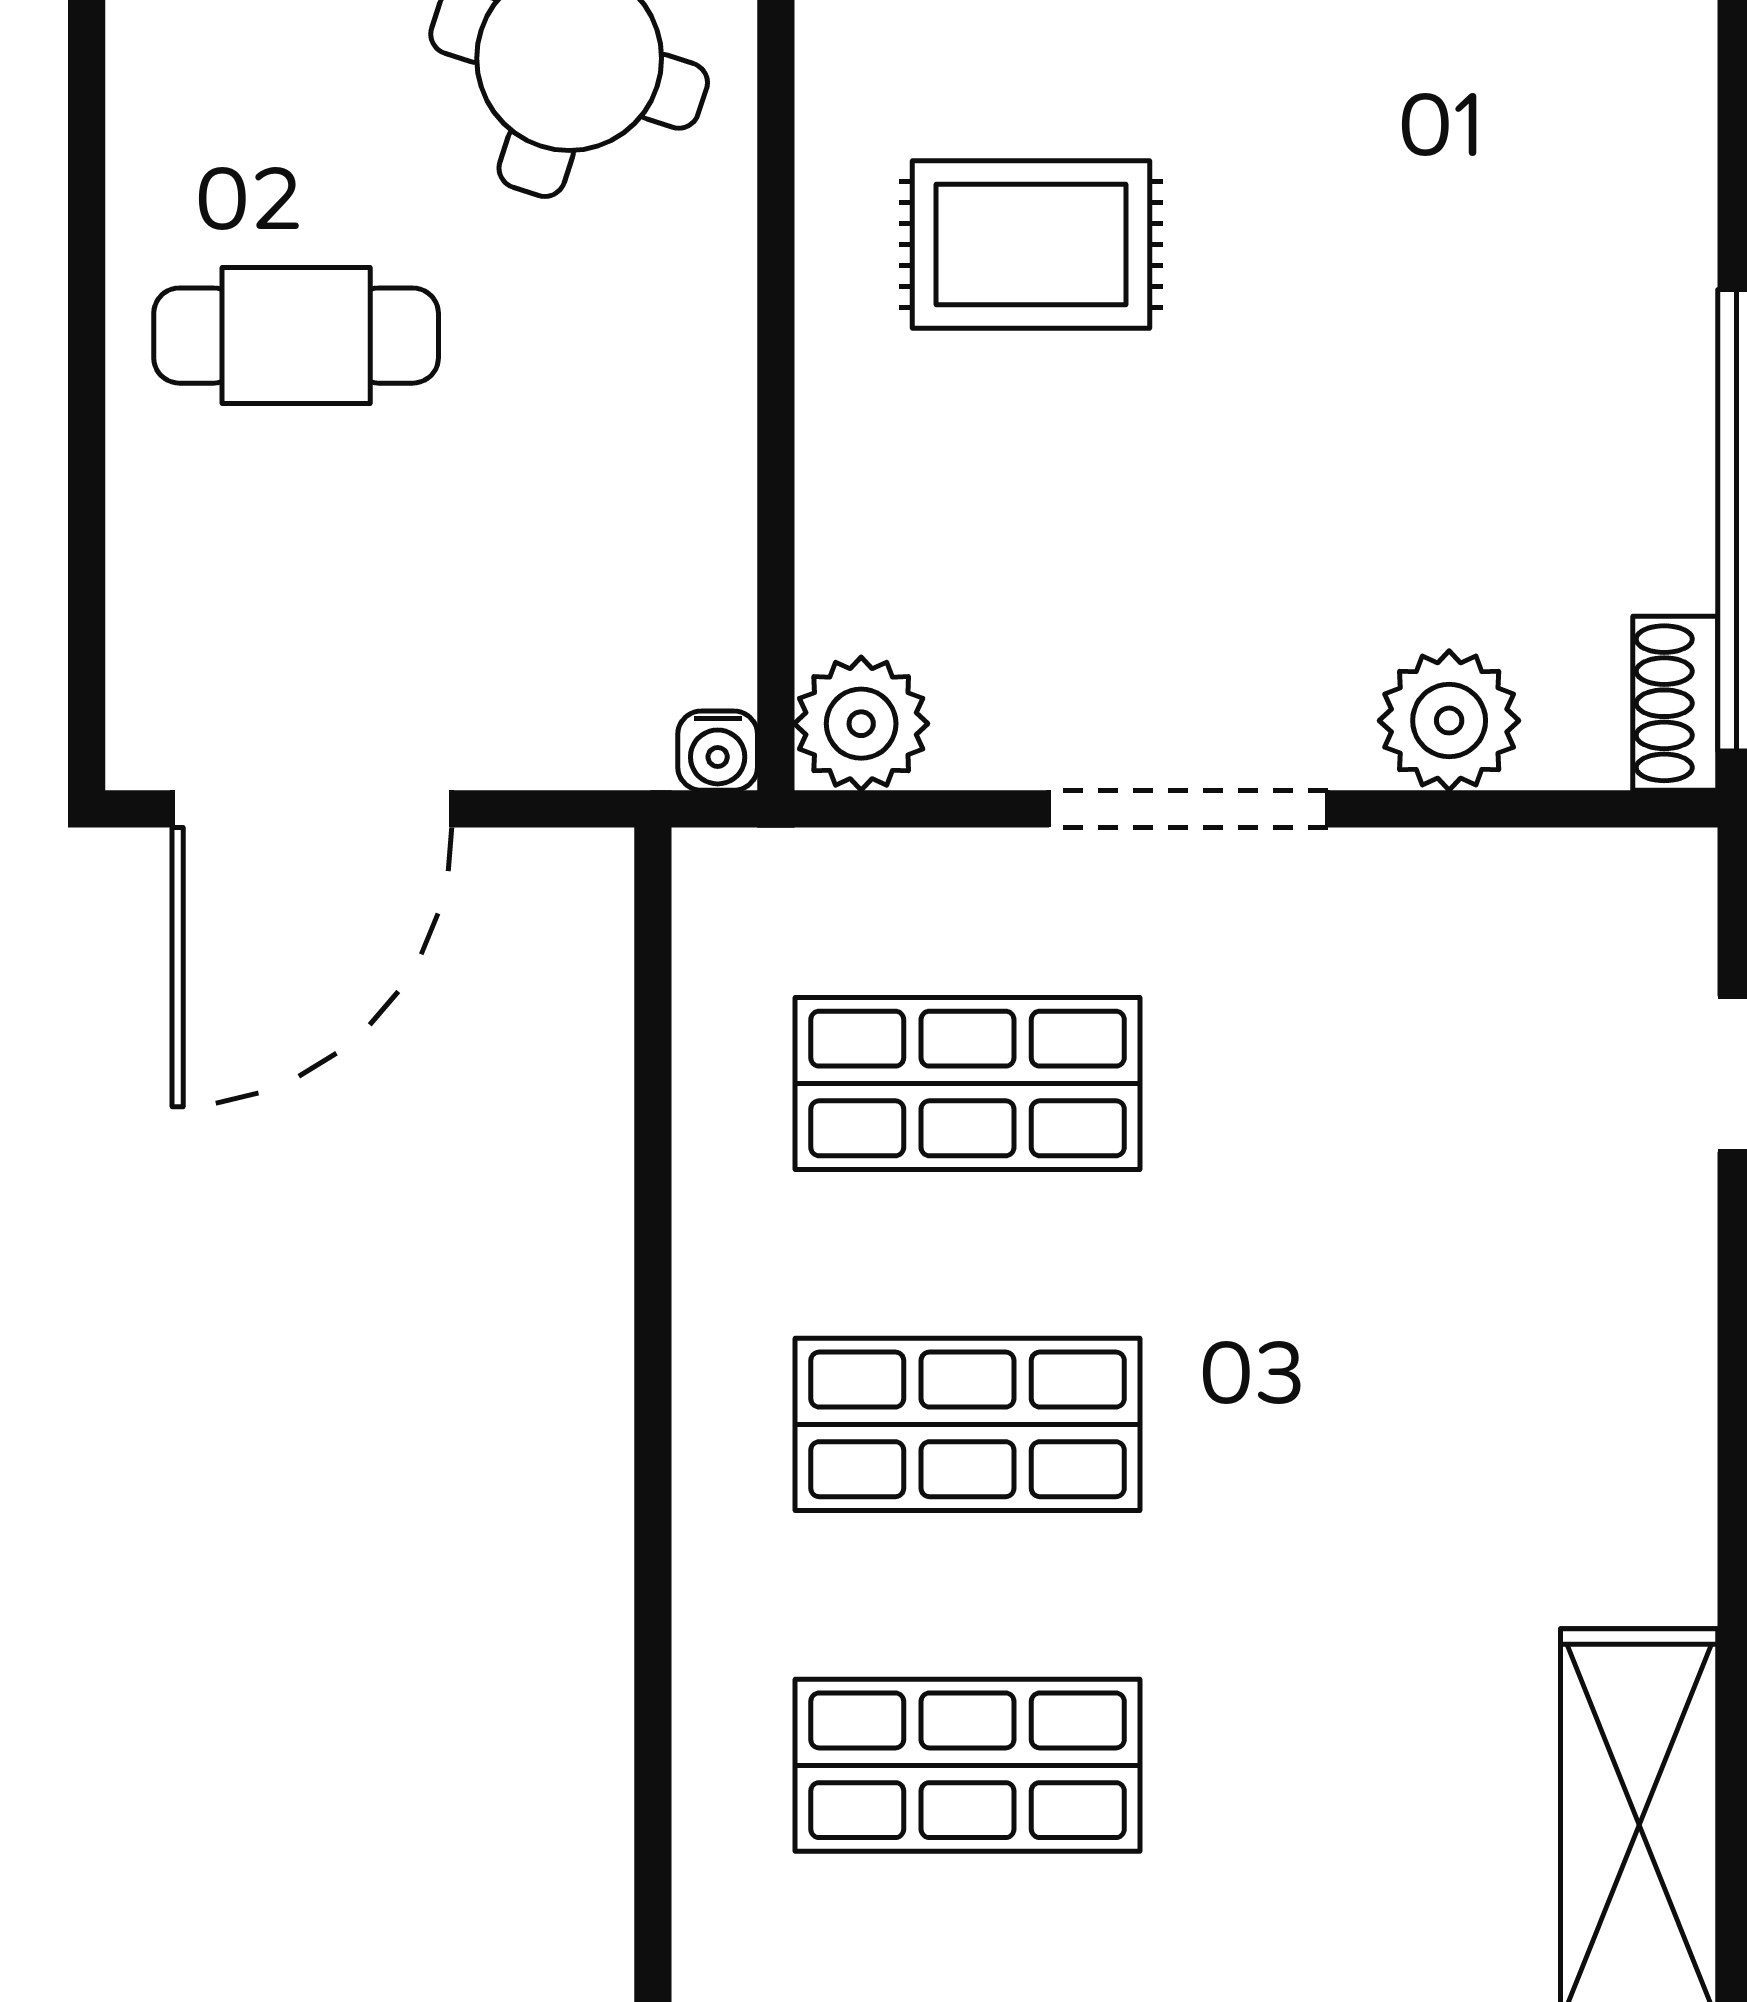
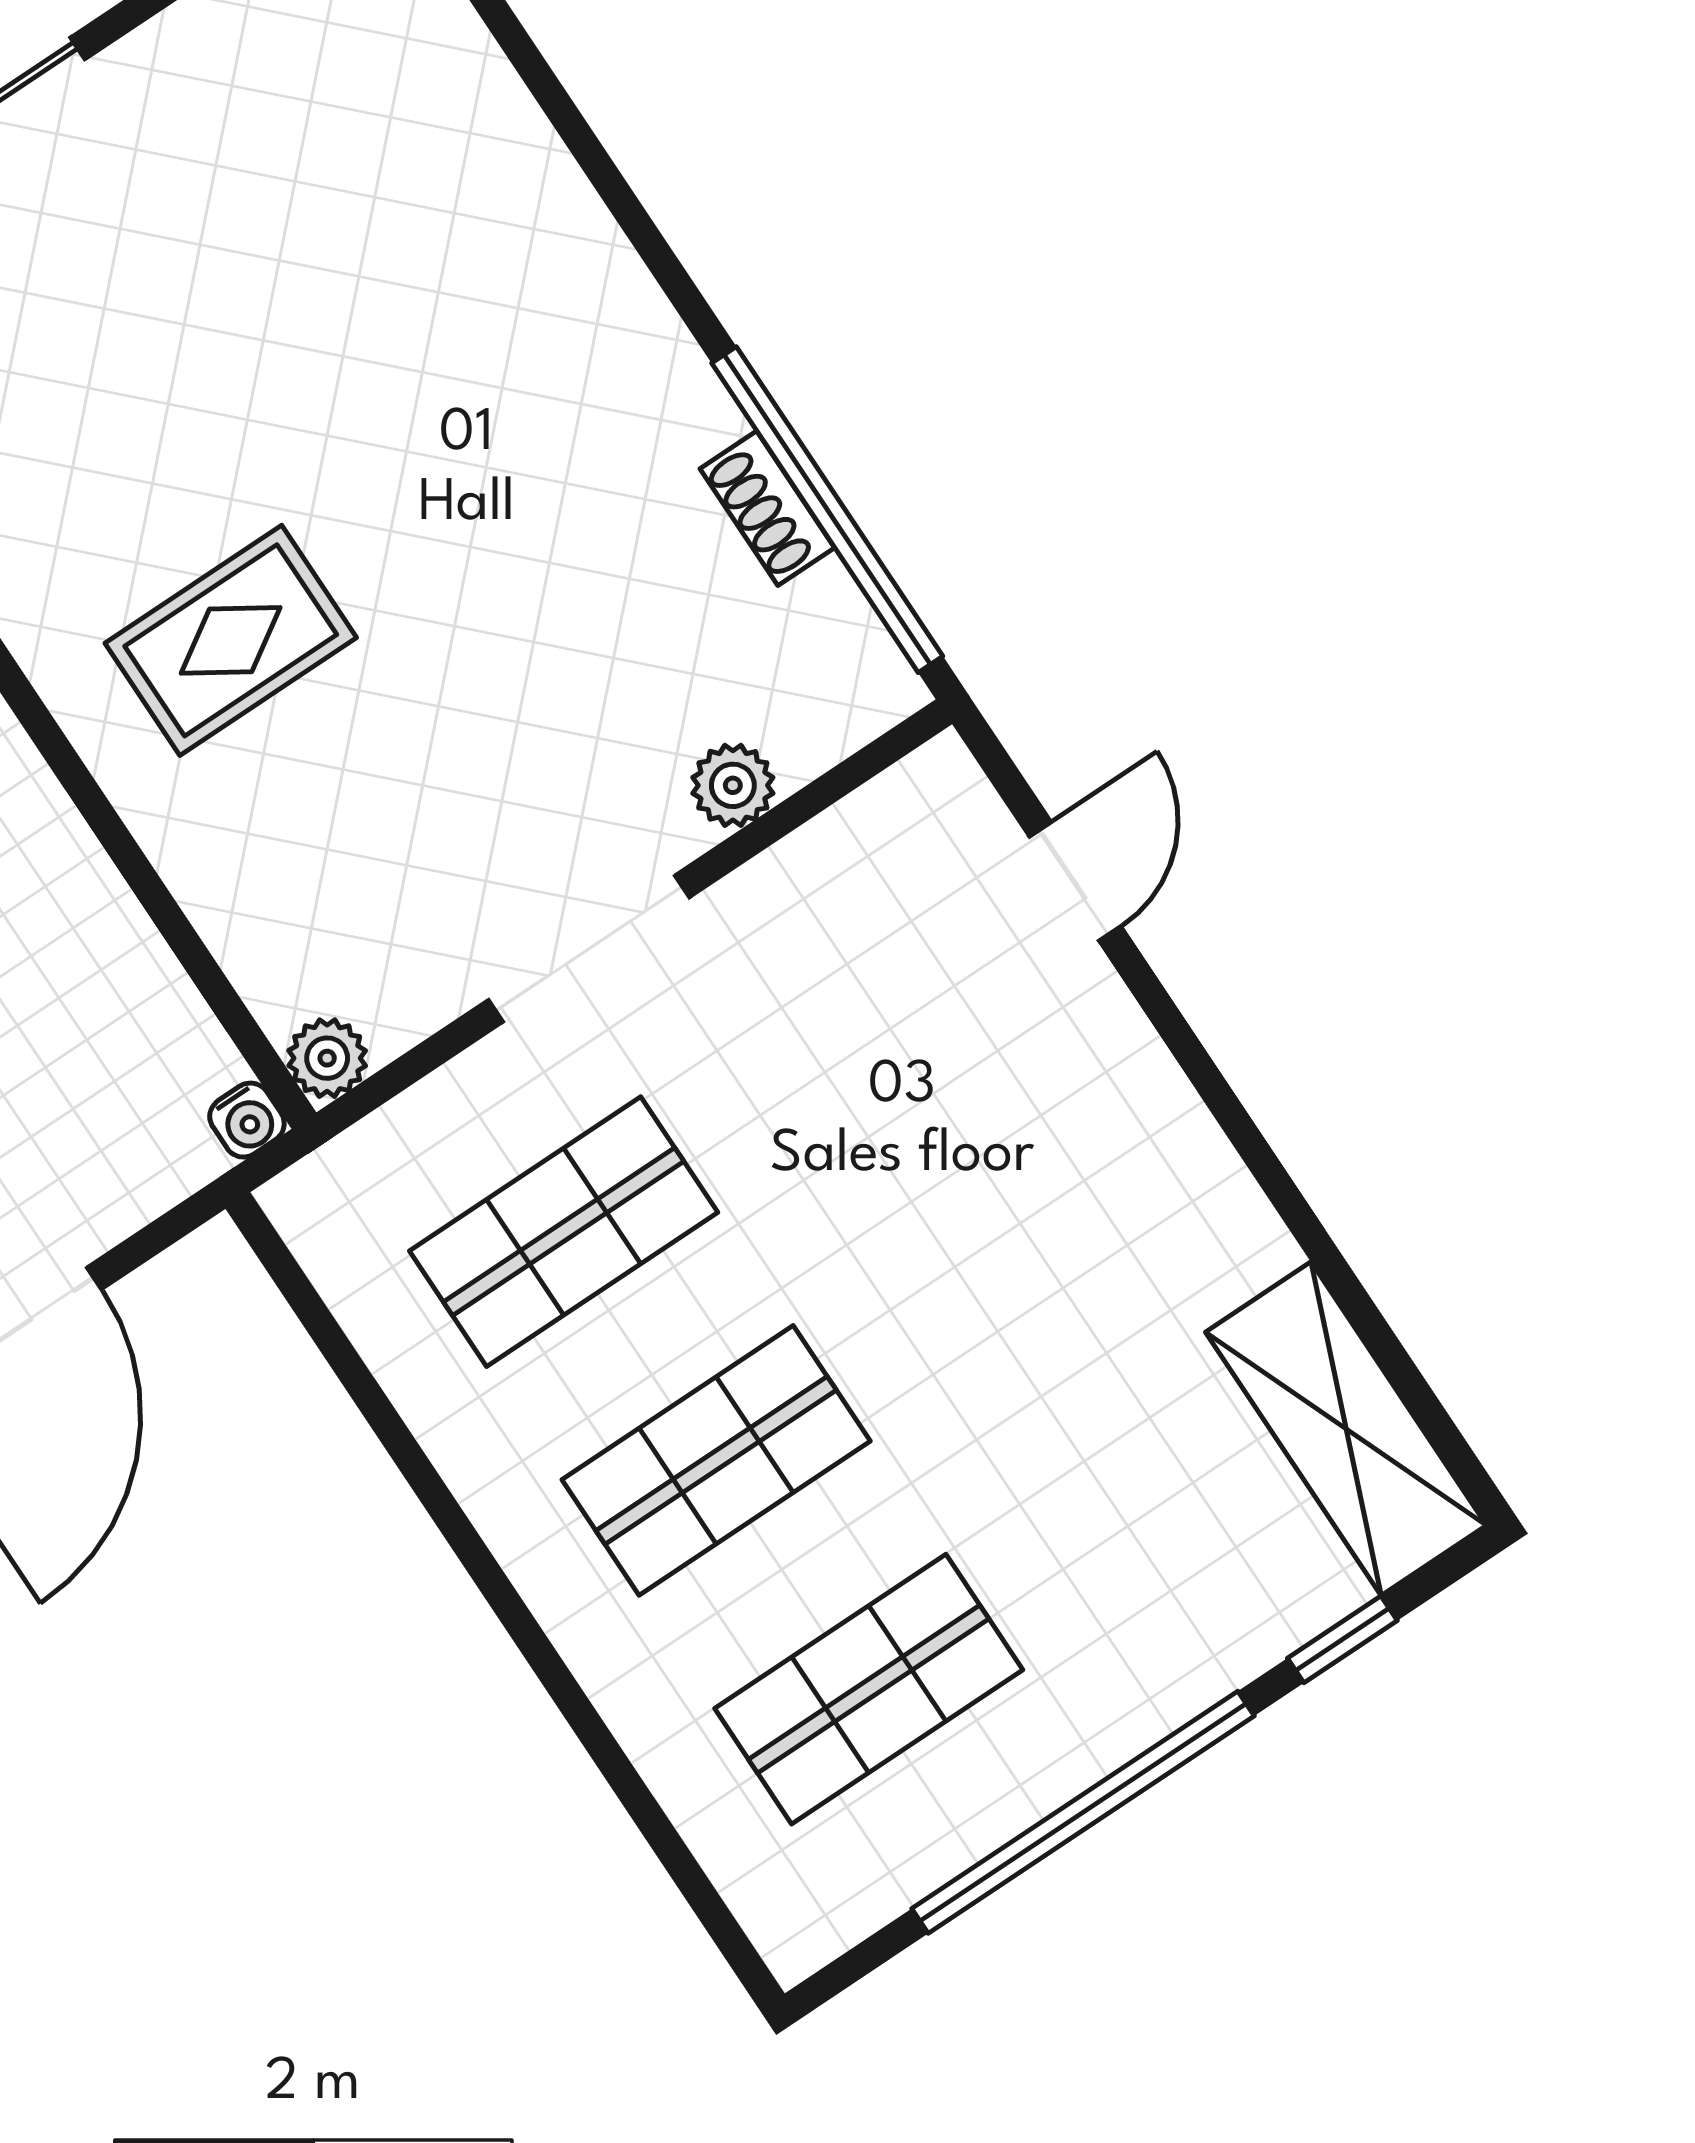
shoe rack: (1675, 703) -> (767, 508), moved
plant: (1449, 721) -> (733, 785), width x0.73, depth x0.73
plant: (861, 724) -> (327, 1058), width x0.73, depth x0.73

